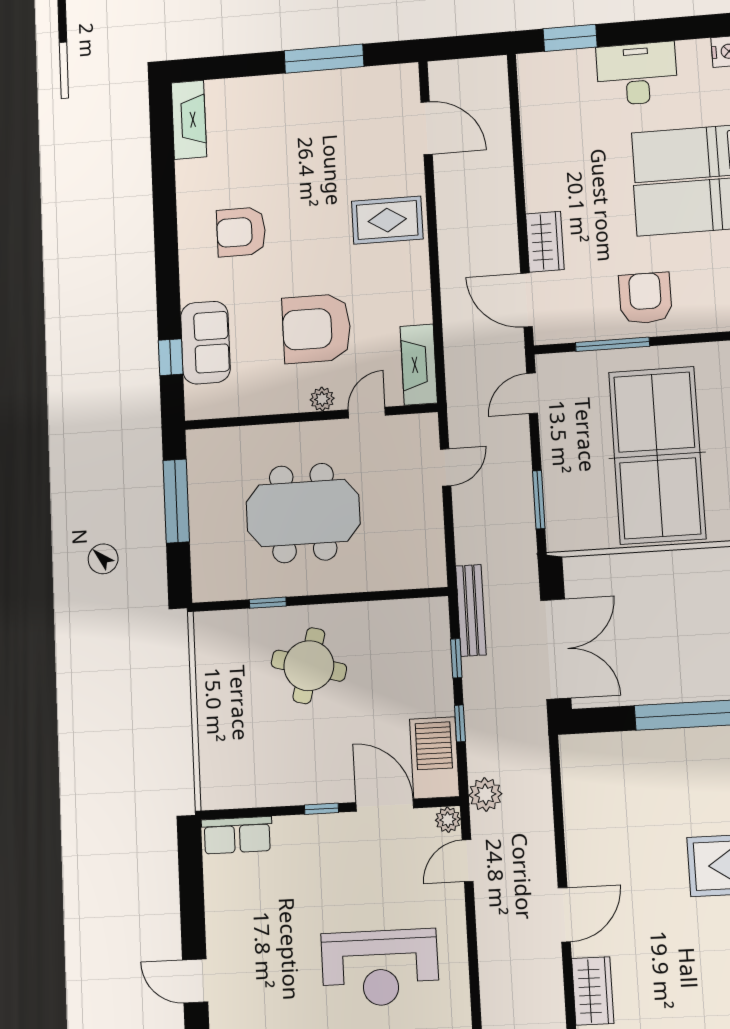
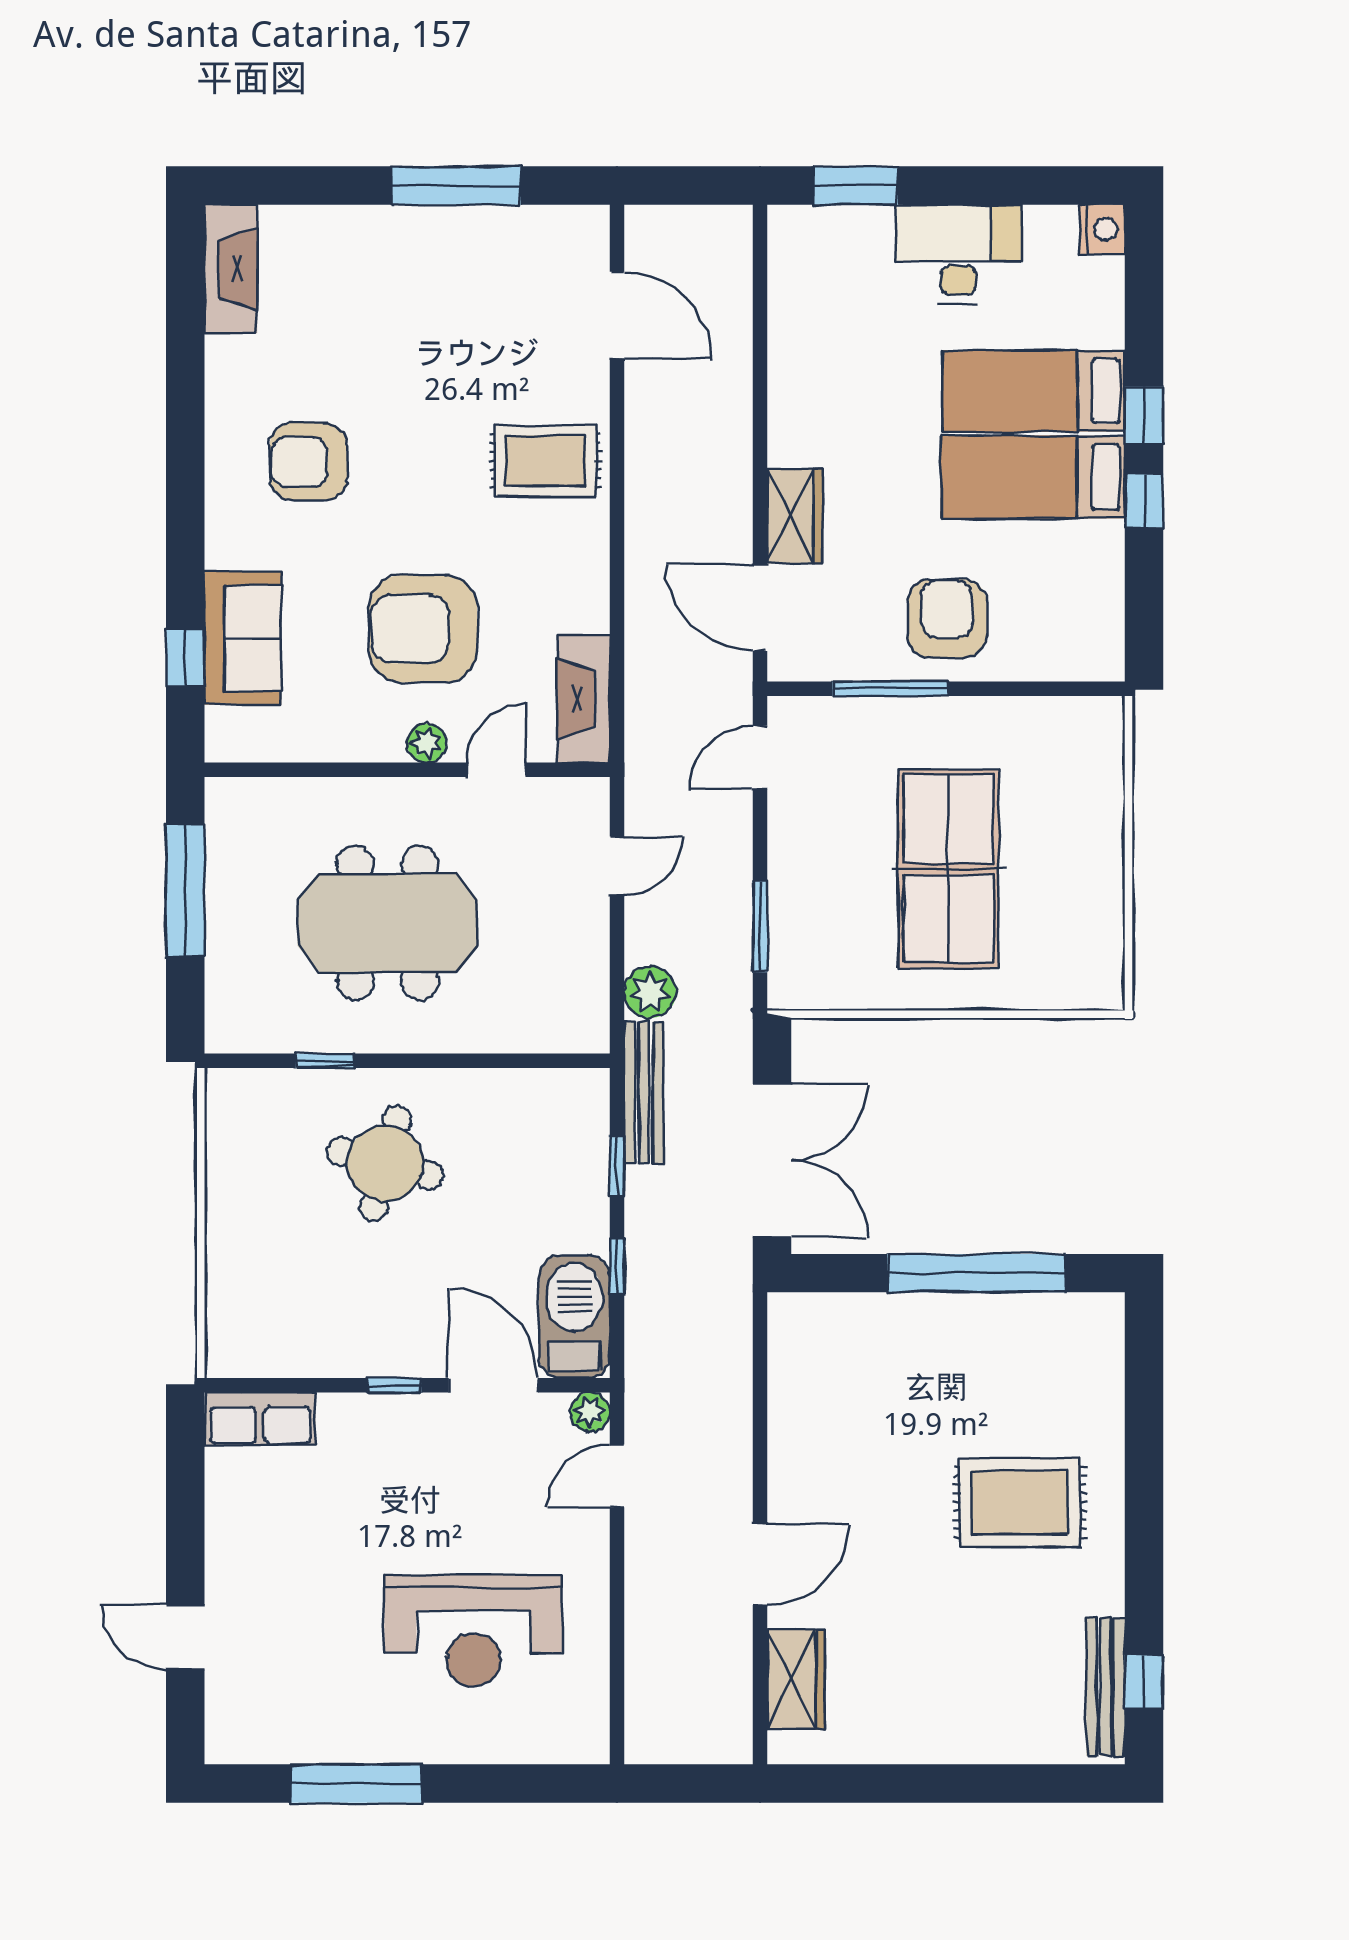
table tennis table: (657, 455) -> (949, 869), width x0.73, depth x0.76
plant: (485, 794) -> (650, 992), moved

